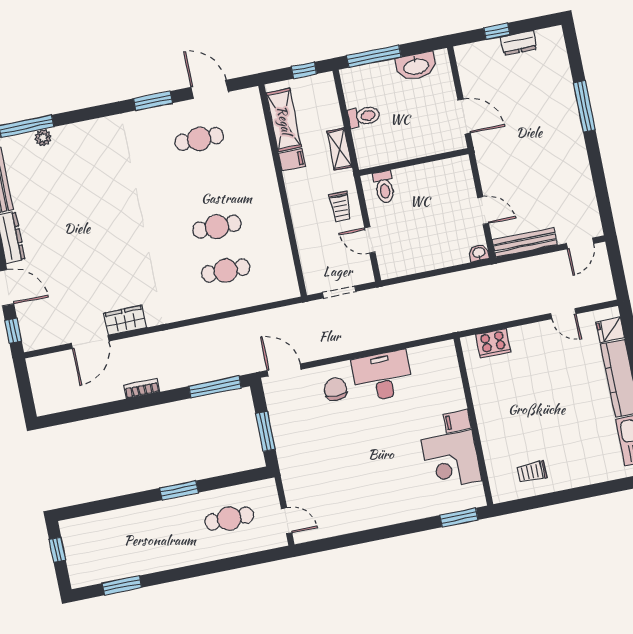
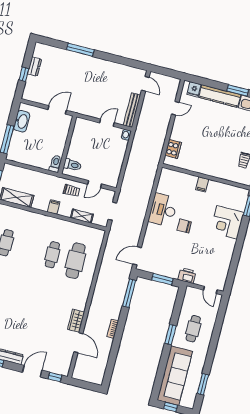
toilet: (364, 116) -> (55, 164), moved
shelving: (339, 149) -> (82, 216), moved
filing cabinet: (292, 160) -> (54, 207), moved
cafe table: (226, 270) -> (76, 261), width x1.37, depth x1.35
chair: (336, 389) -> (184, 226), moved
corner desk: (451, 460) -> (227, 222), moved, turned 90
printer: (292, 470) -> (187, 275), added
cafe table: (229, 519) -> (193, 329), moved
door: (287, 521) -> (210, 290), swing flipped
sofa: (113, 531) -> (175, 376), added

